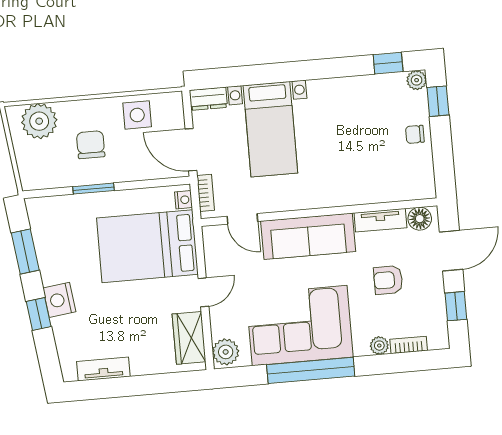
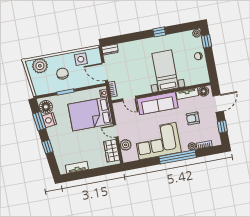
window: (388, 63) -> (159, 32), moved
bed with nightstands: (270, 129) -> (165, 71), moved, turned 180
floor lamp: (44, 219) -> (46, 107), added
door: (203, 292) -> (116, 131), swing flipped
nightstand: (59, 300) -> (49, 120), moved
plant: (226, 352) -> (126, 145), moved
window: (311, 370) -> (178, 157), moved

